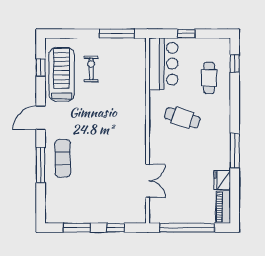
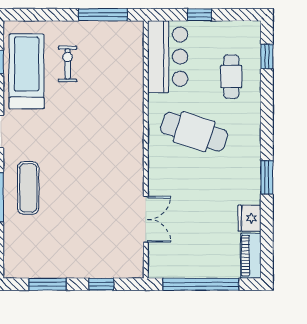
cafe table: (182, 118) -> (194, 132), width x1.37, depth x1.35
window: (235, 151) -> (267, 177), width x0.69

